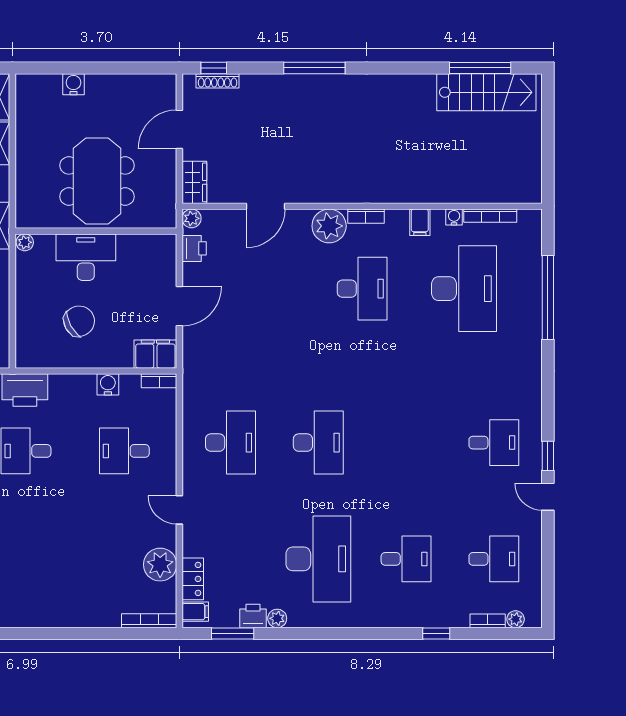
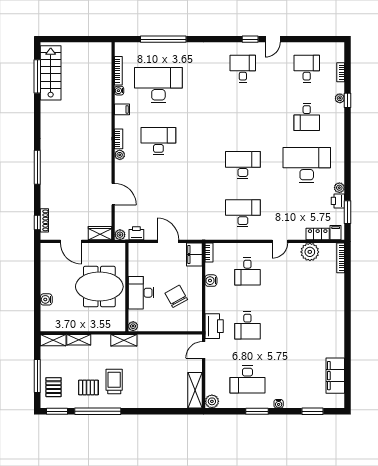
plant: (329, 226) -> (120, 155), width x0.53, depth x0.53
desk: (406, 559) -> (307, 117), turned 180
plant: (516, 619) -> (340, 98), moved

